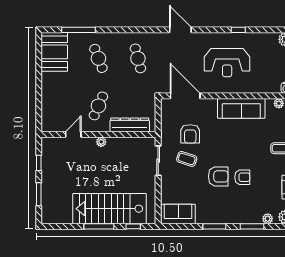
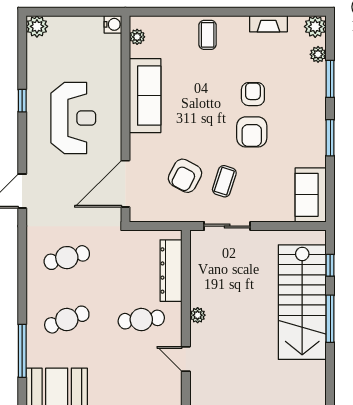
cafe table: (98, 106) -> (141, 320), turned -30
armchair: (190, 134) -> (185, 176), turned 118
armchair: (218, 176) -> (252, 132), turned 180

